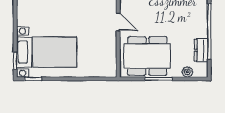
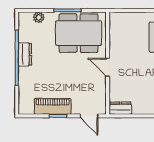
dresser: (201, 50) -> (25, 54), moved

